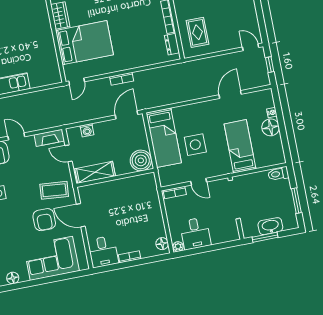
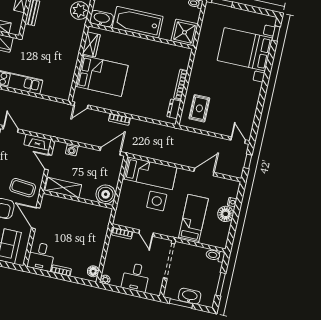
bed: (164, 138) -> (150, 173), moved, turned -90
desk: (195, 233) -> (136, 277), moved

